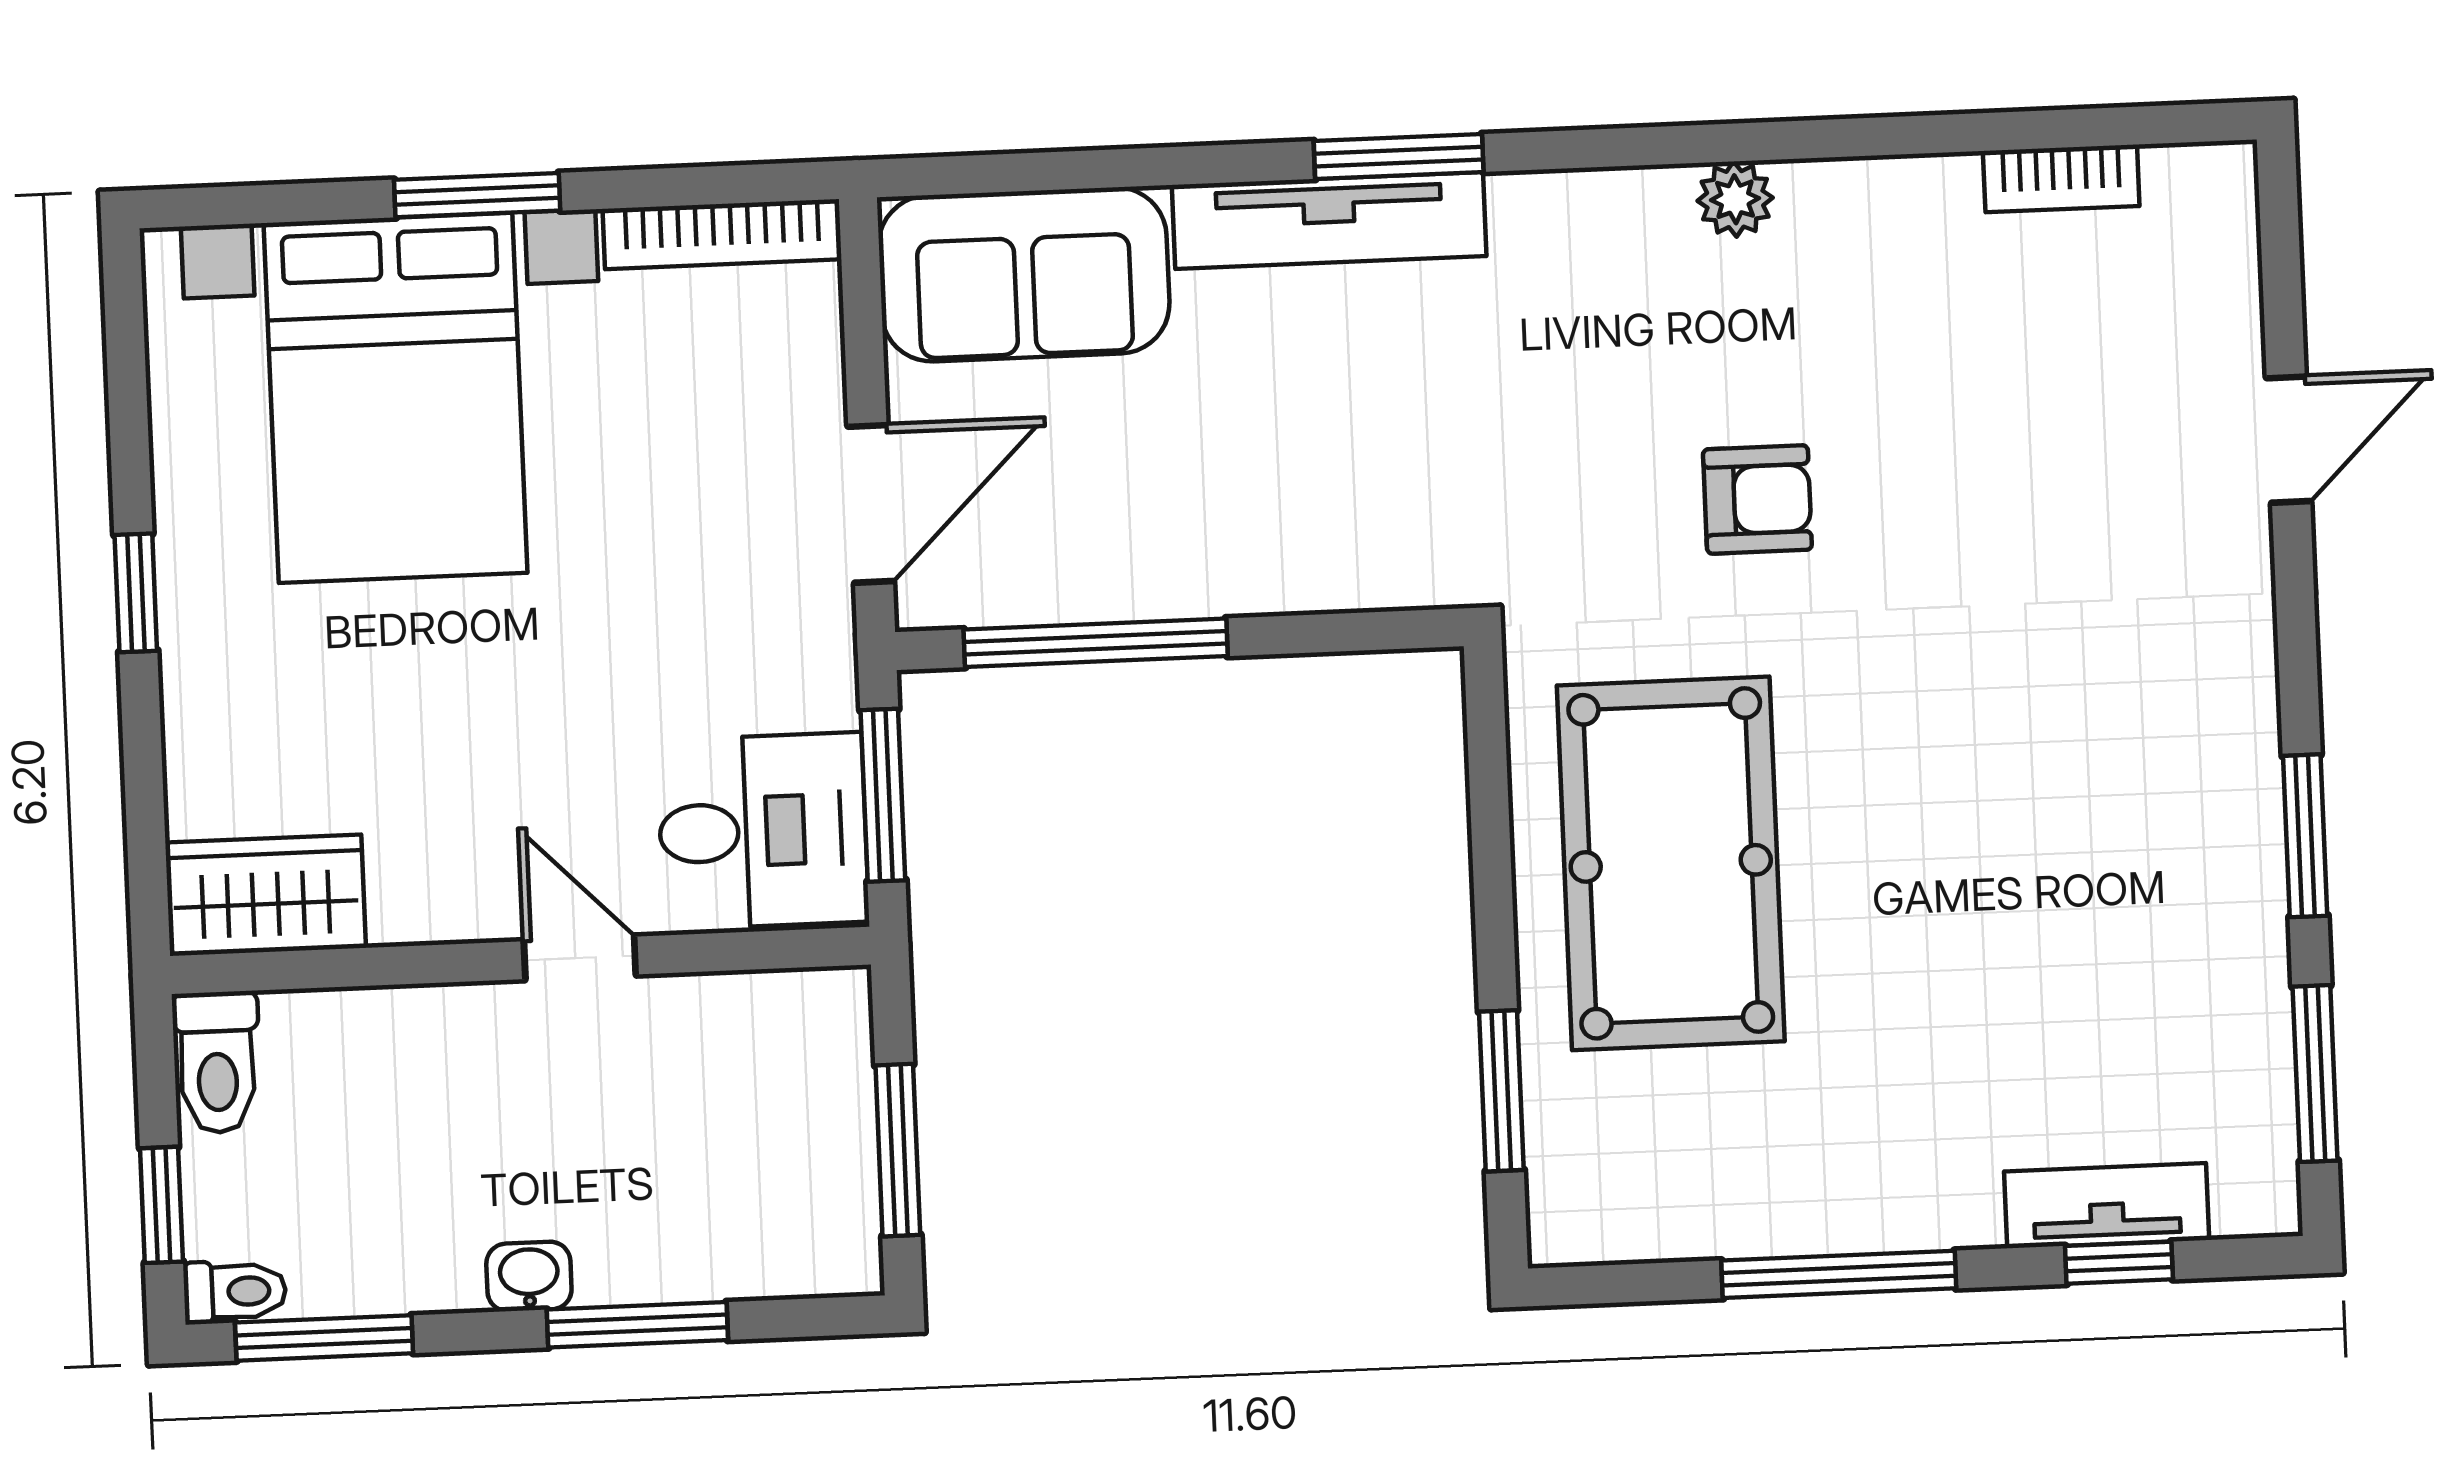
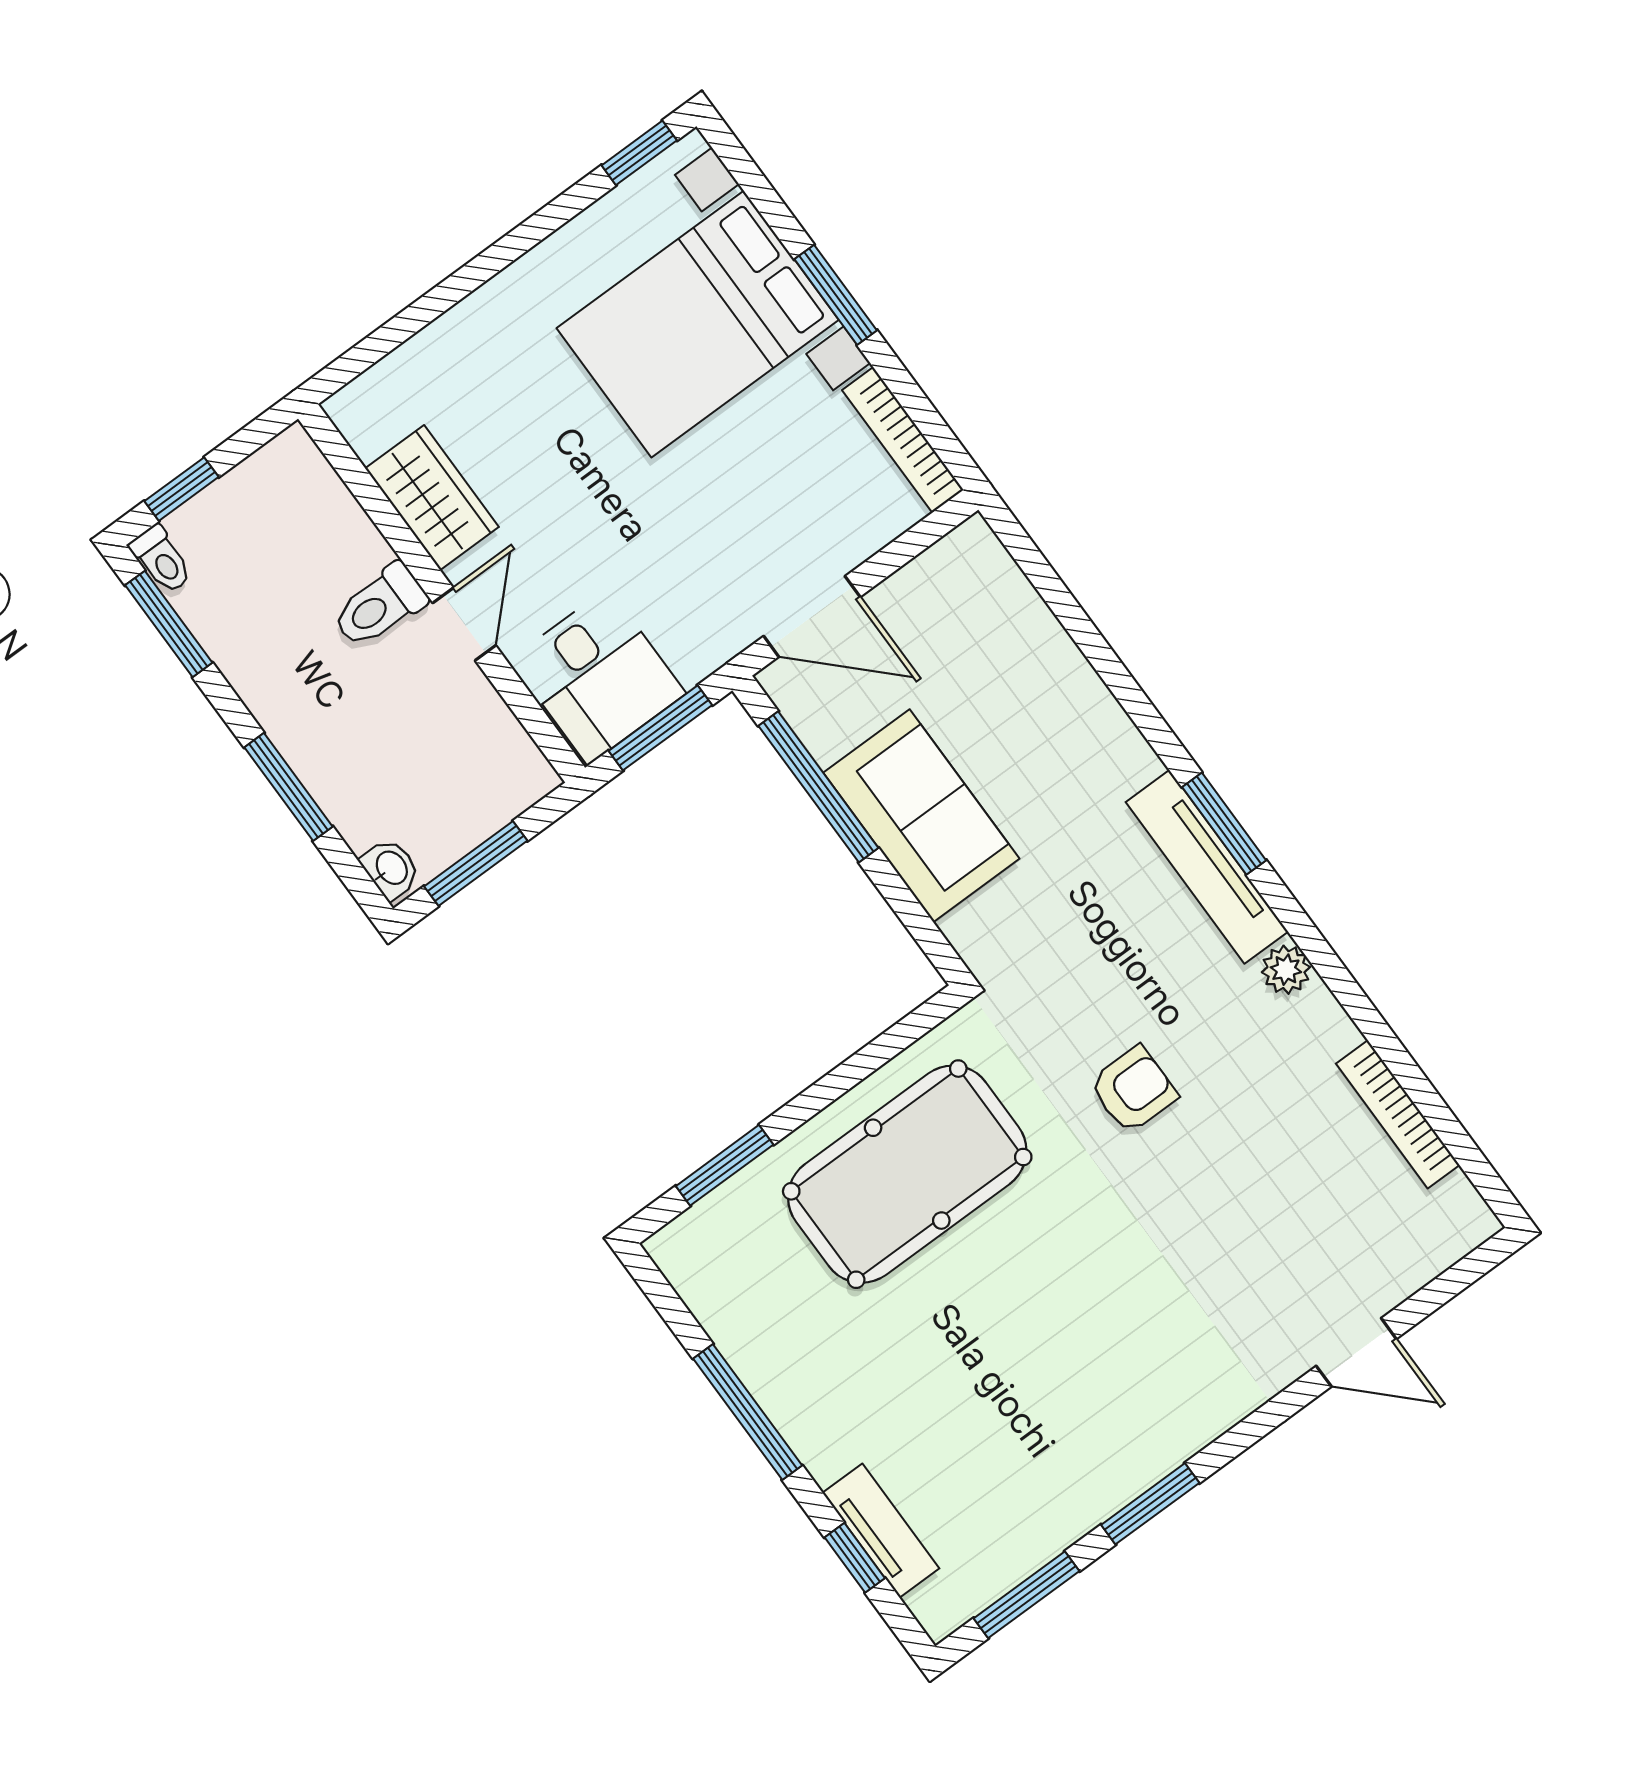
window: (1399, 156) -> (1224, 824), moved
bookcase: (2061, 178) -> (1398, 1114), width x1.56
tv unit: (1329, 221) -> (1207, 867), moved
sofa: (1024, 274) -> (921, 816), moved, turned 180
armchair: (1757, 499) -> (1133, 1090), turned -90
window: (136, 593) -> (639, 153), moved
wardrobe: (266, 895) -> (432, 498), moved
toilet: (217, 1062) -> (379, 606), moved
washbasin: (529, 1276) -> (391, 869), moved

